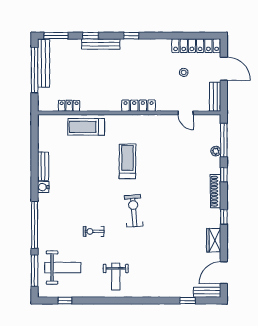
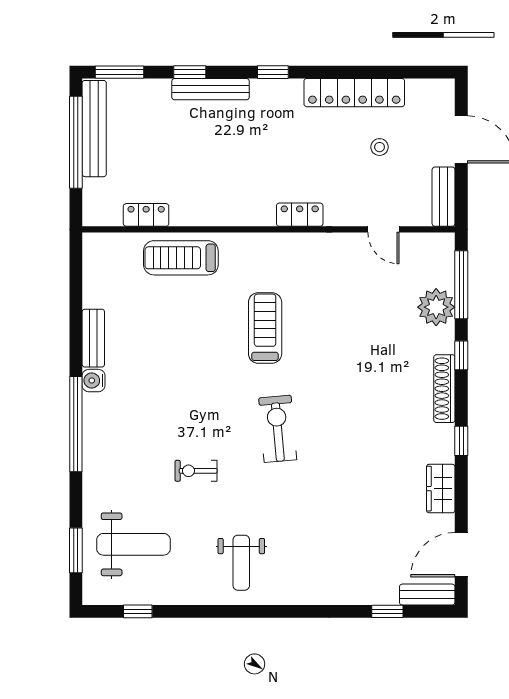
locker: (196, 46) -> (354, 93), moved
locker: (139, 106) -> (300, 215), width x0.66
plant: (216, 151) -> (436, 307), width x1.87, depth x1.87
window: (35, 225) -> (76, 424), moved
window: (35, 271) -> (76, 550), width x0.69

